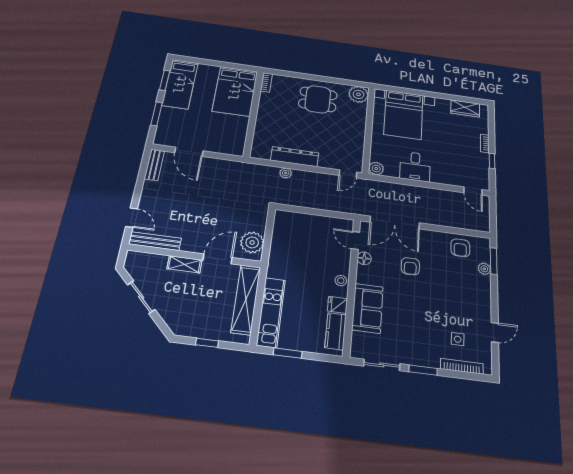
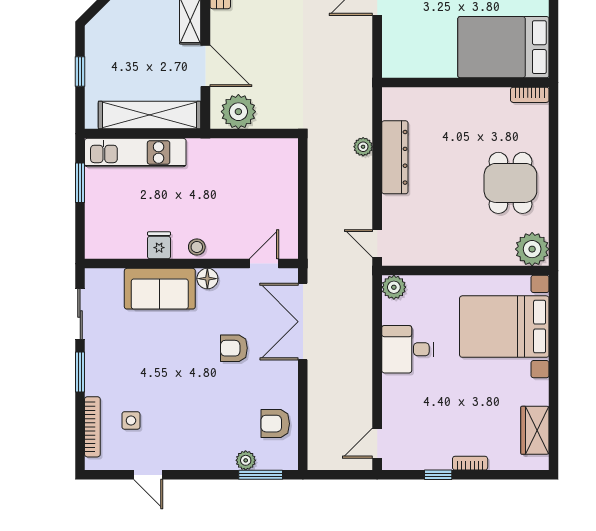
floor lamp: (364, 258) -> (207, 279), moved
kitchen counter: (336, 331) -> (120, 246), removed

